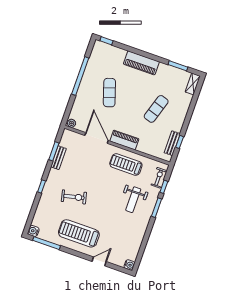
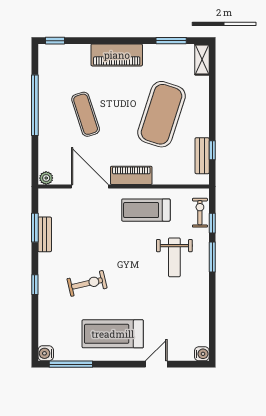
exercise mat: (156, 109) -> (162, 114), width x2.00, depth x1.45

